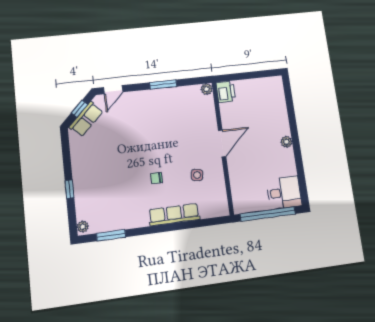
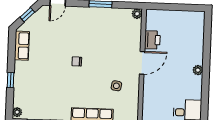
printer: (226, 92) -> (152, 40), moved
row of seats: (86, 119) -> (22, 46), moved, turned -45
chair: (156, 178) -> (77, 61), moved

